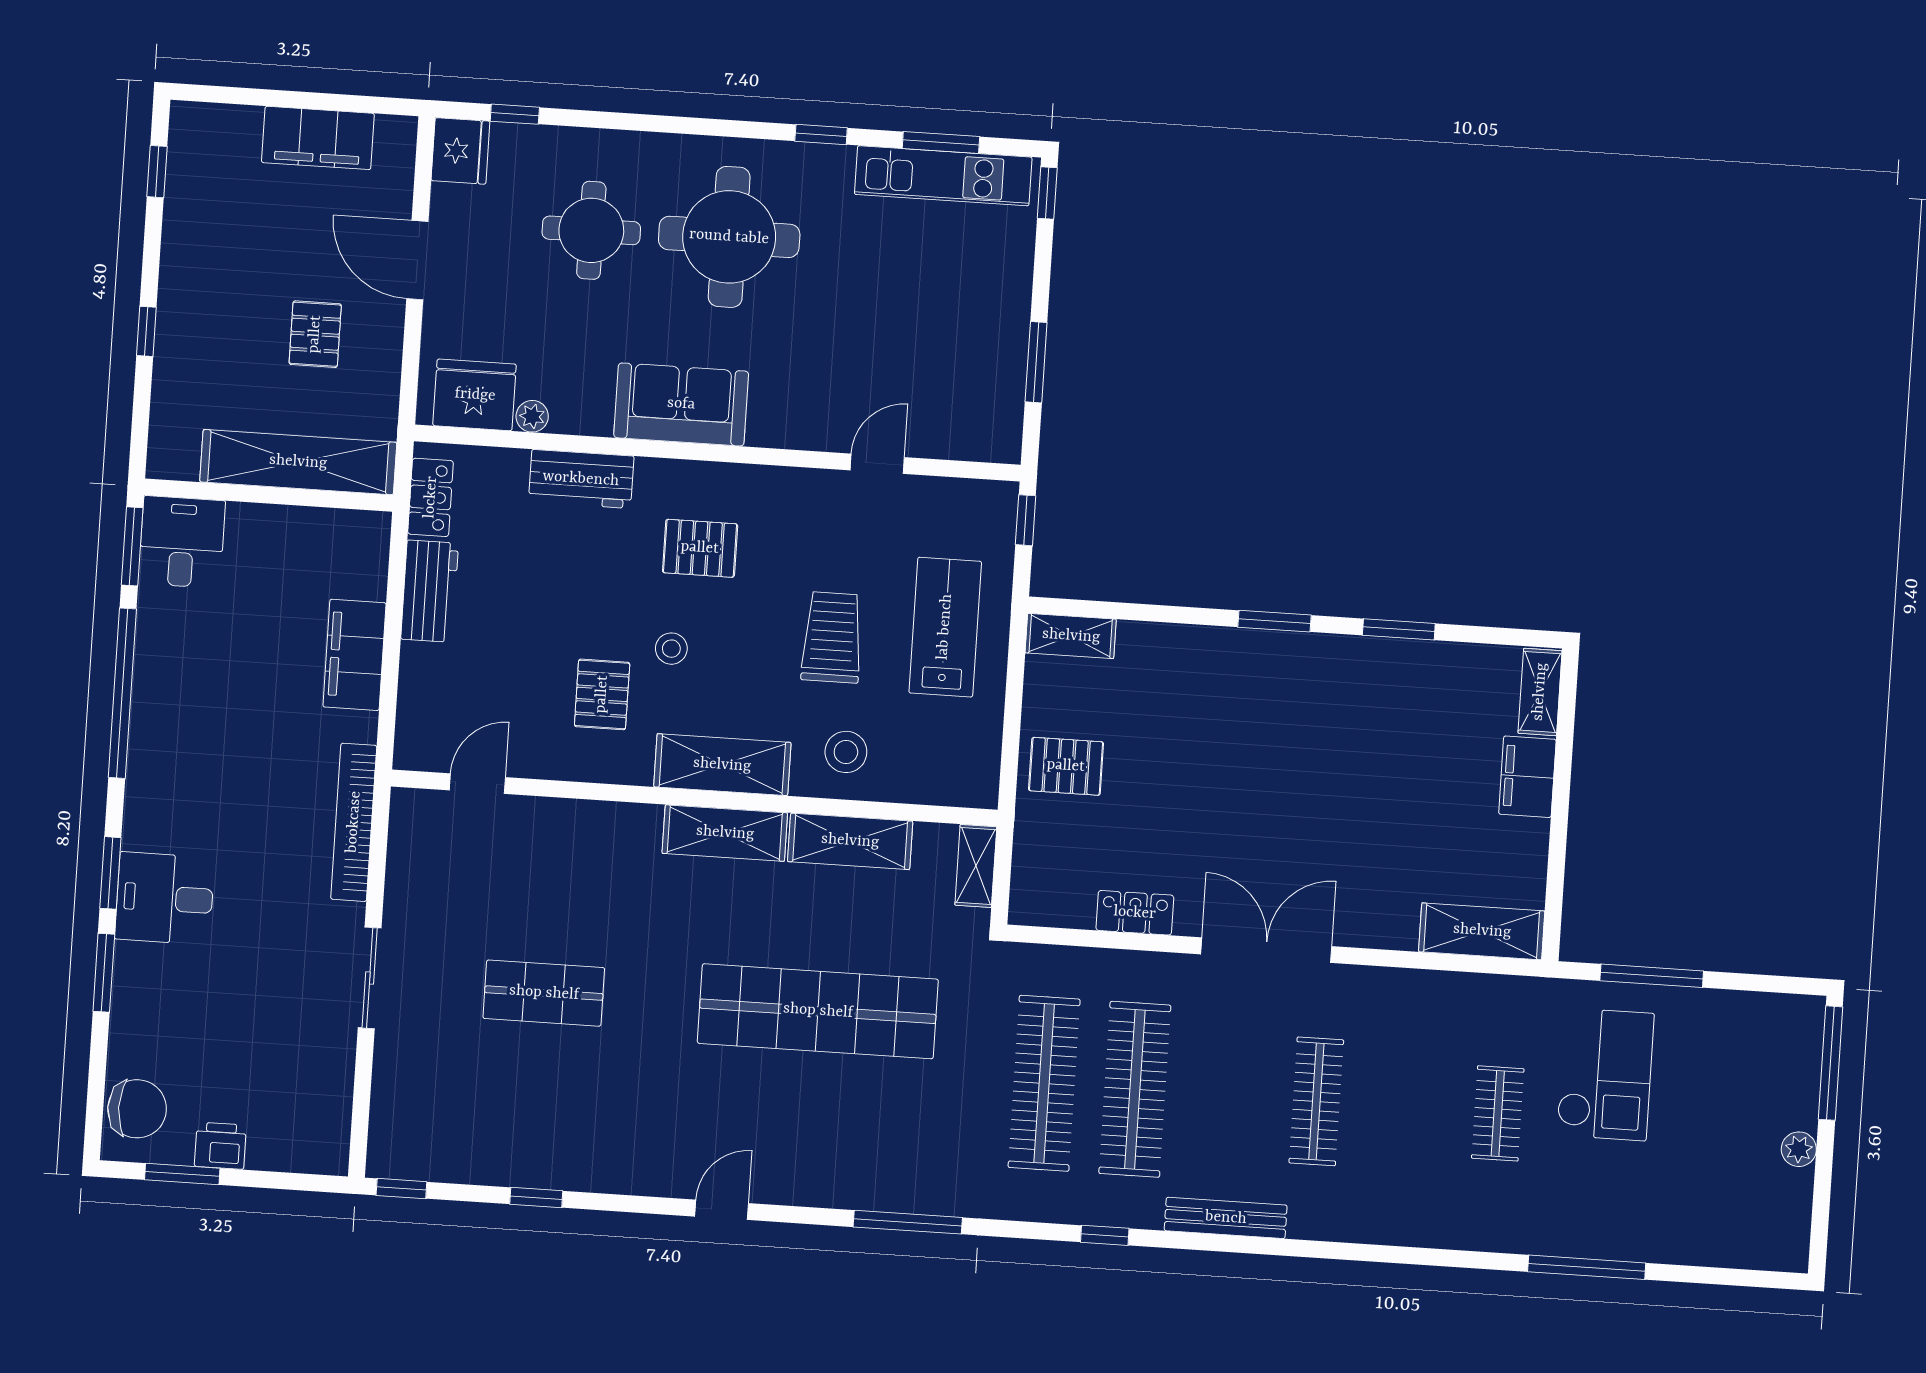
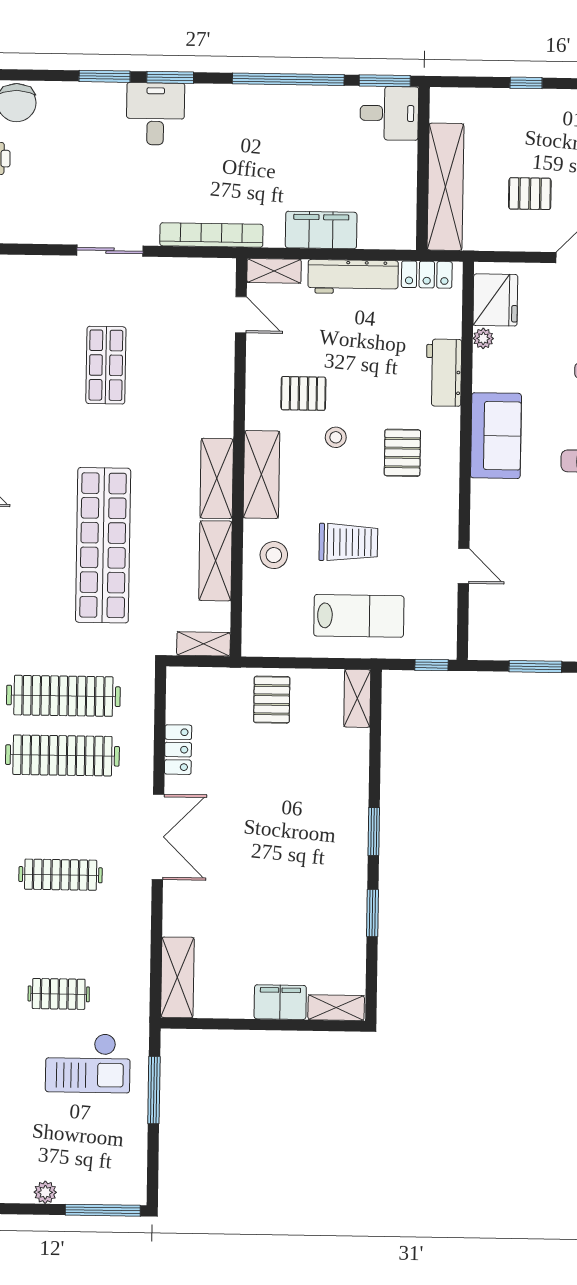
workbench: (430, 591) -> (353, 277), width x1.37
shelving: (413, 730) -> (274, 271), added

